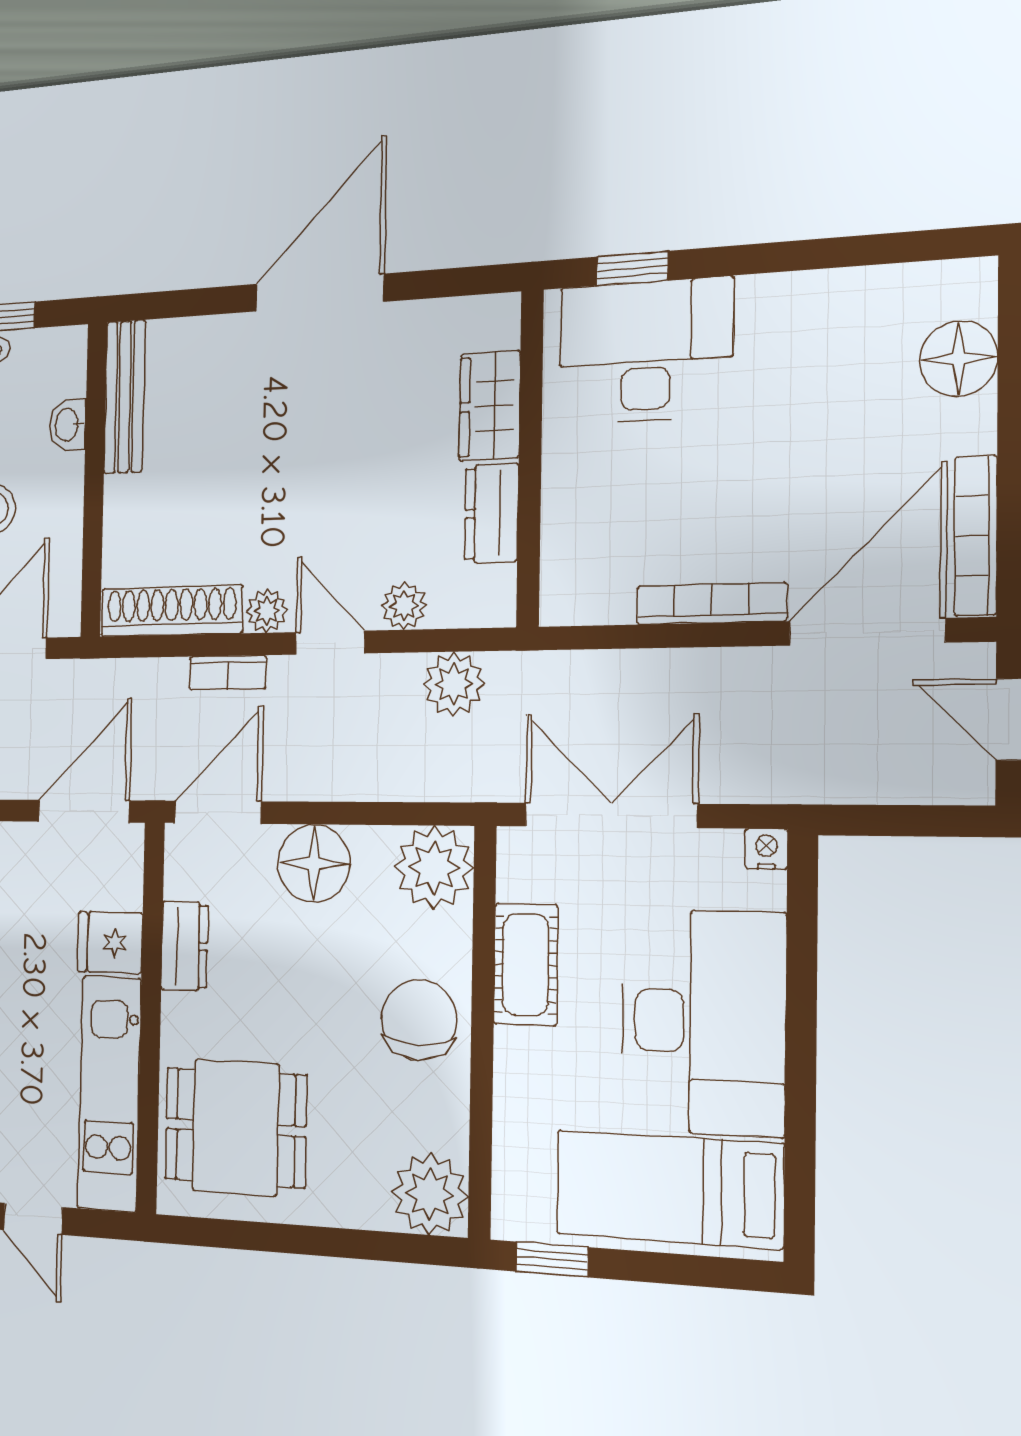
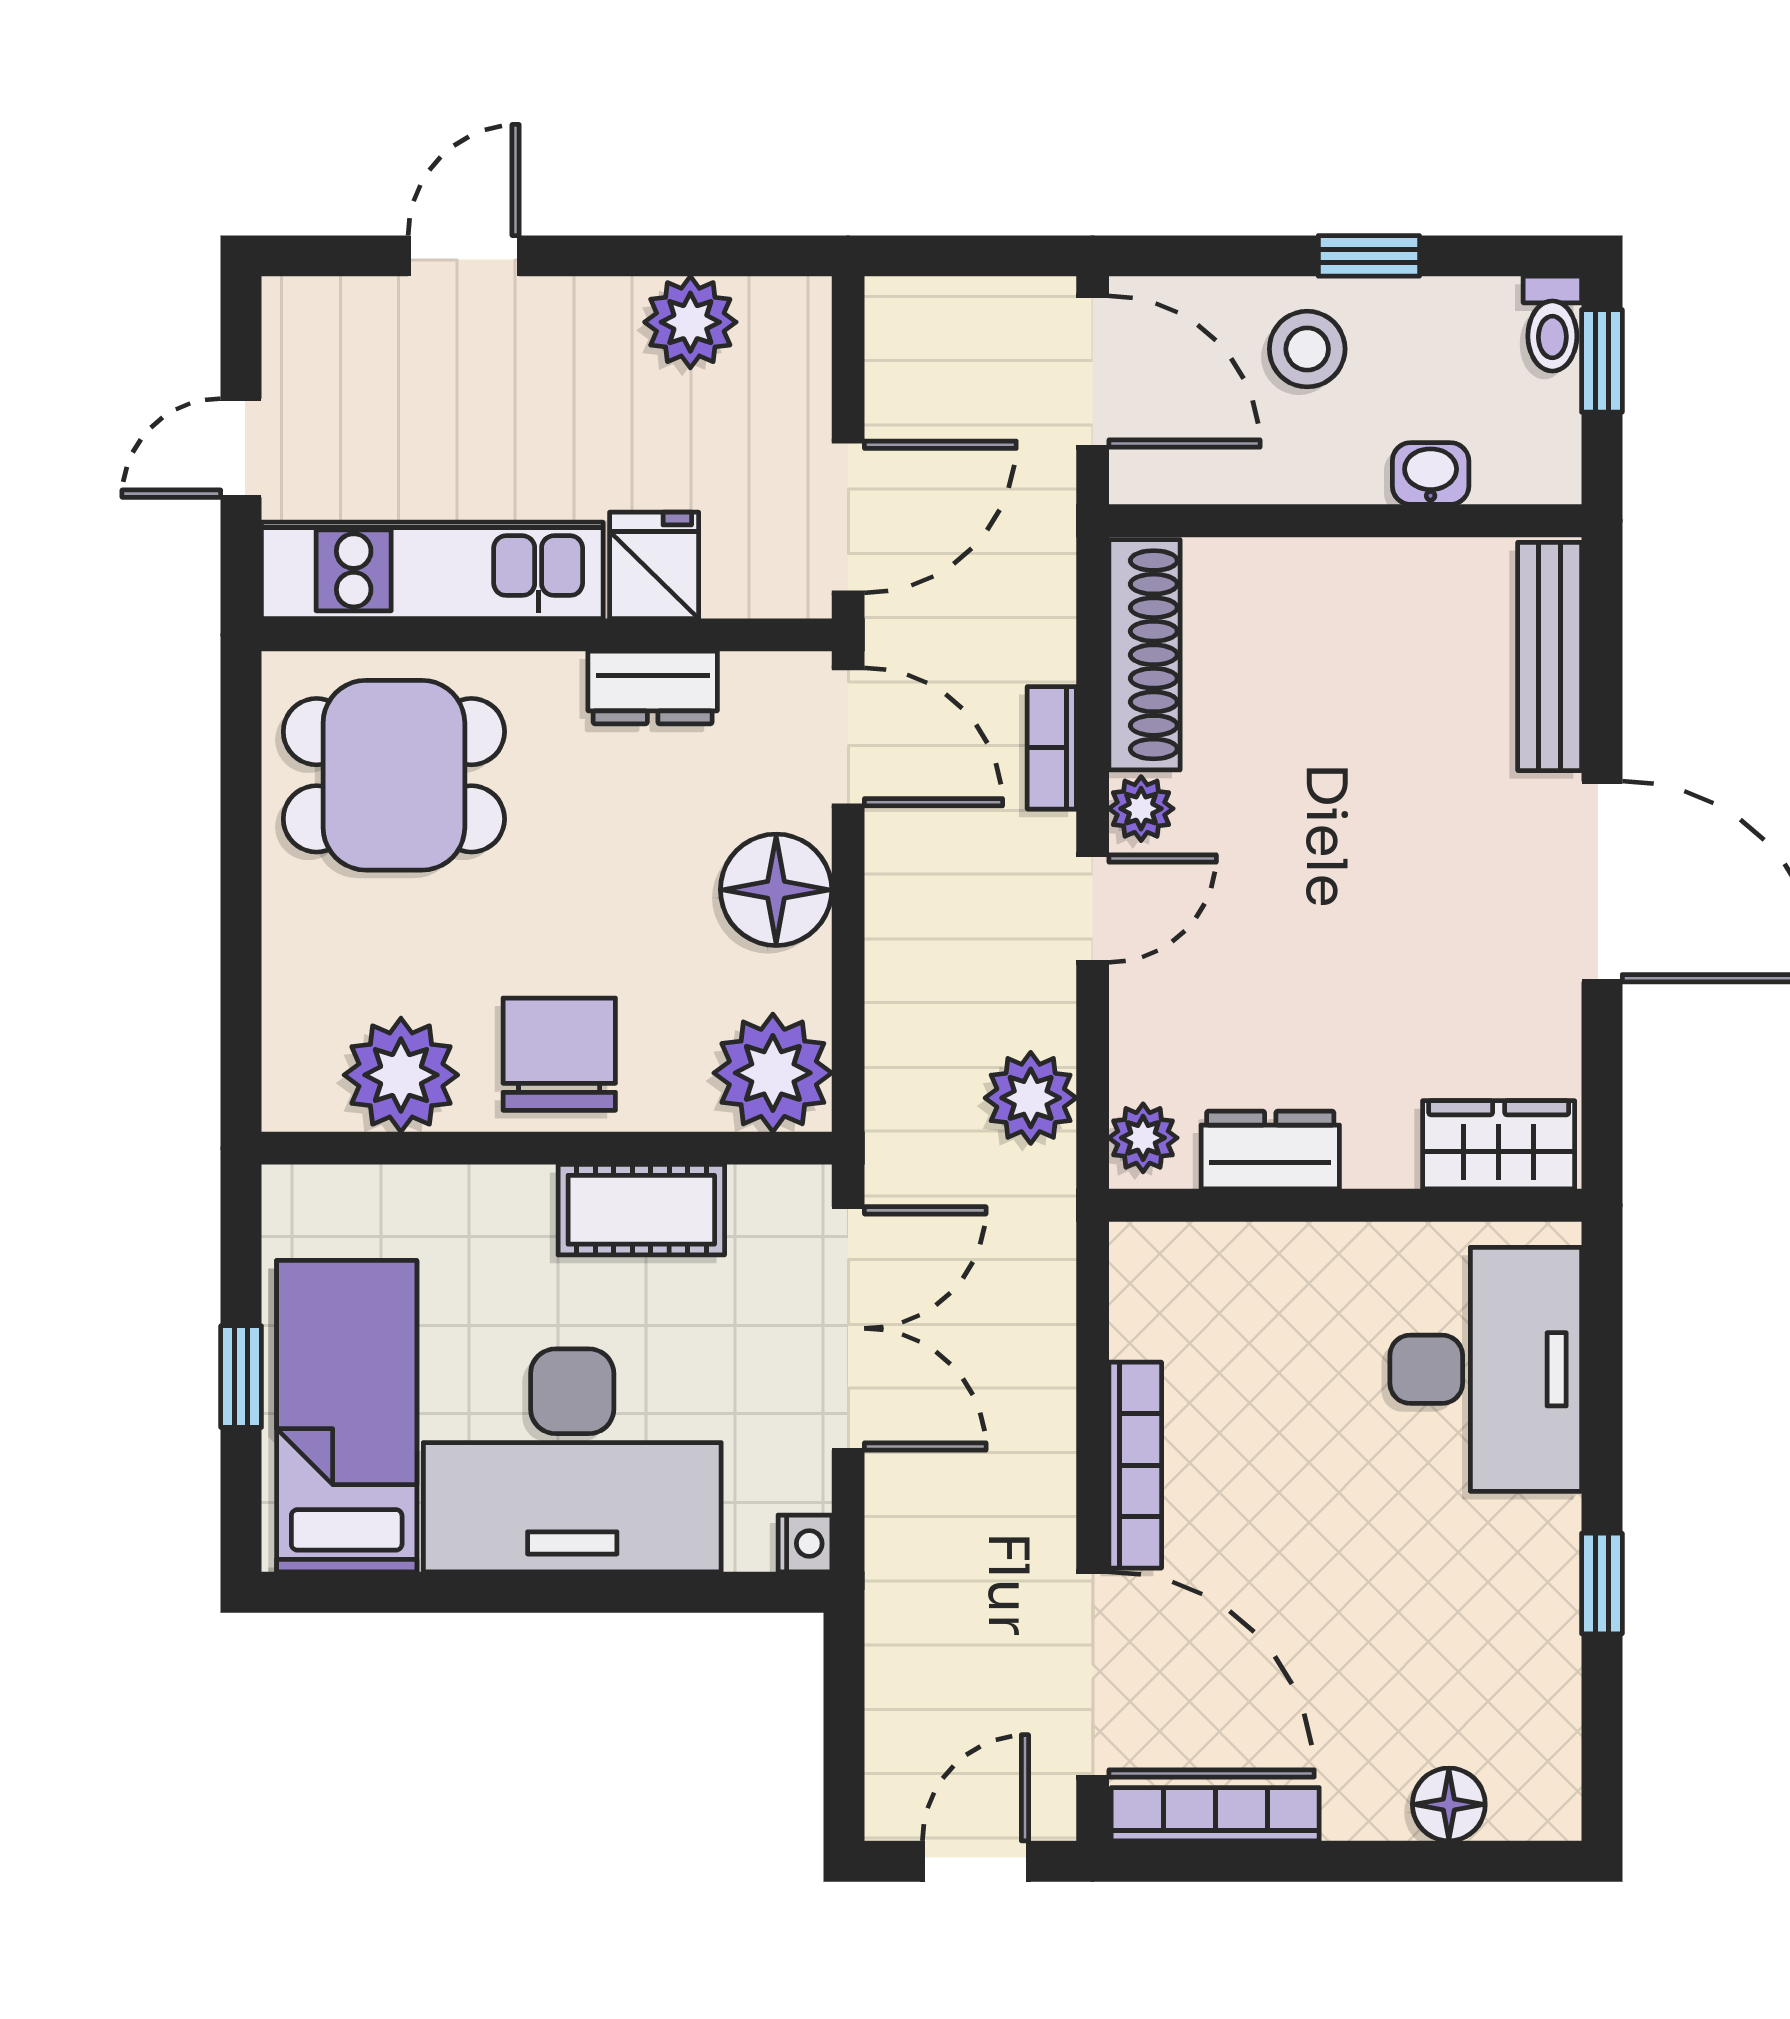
window: (632, 268) -> (1602, 1583), moved
floor lamp: (959, 359) -> (1449, 1804), width x0.73, depth x0.73
bench: (125, 397) -> (1550, 656), moved, turned 90
wardrobe: (490, 406) -> (1499, 1145), moved
plant: (404, 606) -> (1143, 1138), moved
door: (84, 811) -> (848, 517), hinge flipped
chair: (419, 1020) -> (559, 1054), turned -90
dining table: (235, 1127) -> (394, 775), turned 90
plant: (430, 1194) -> (401, 1075), moved
window: (552, 1259) -> (241, 1377), moved

